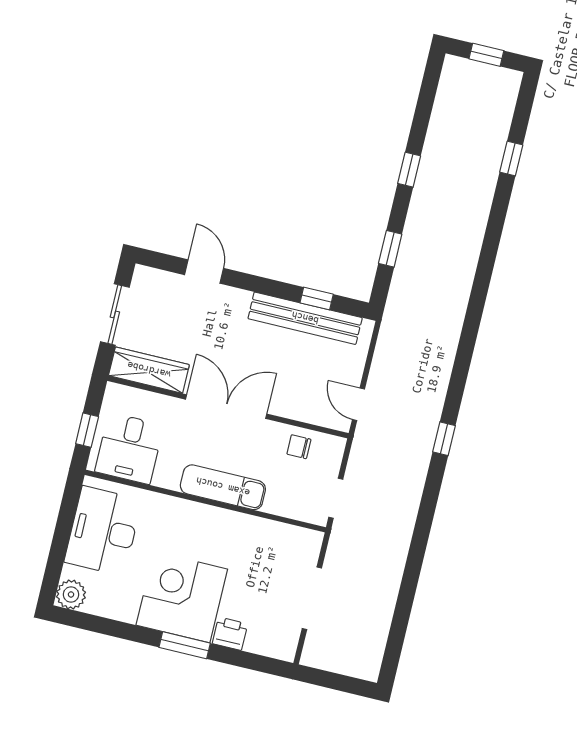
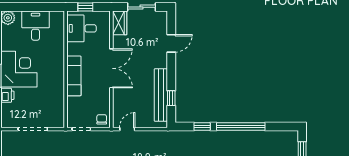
window: (409, 170) -> (241, 127), width x3.17
wardrobe: (149, 370) -> (120, 23), width x0.67
chair: (299, 447) -> (102, 119), moved
desk: (103, 531) -> (36, 26), width x0.73

